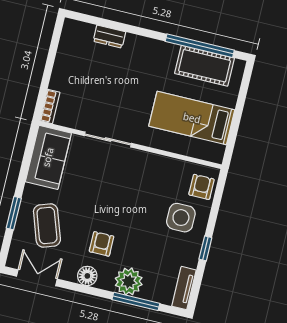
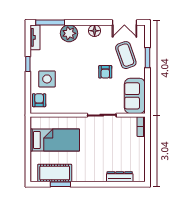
dresser: (109, 37) -> (120, 177), width x1.44
window: (200, 46) -> (60, 184), width x0.47
armchair: (201, 187) -> (39, 100), turned 180
armchair: (102, 244) -> (105, 72), moved
window: (136, 301) -> (50, 22), moved

